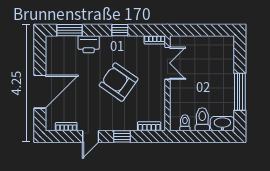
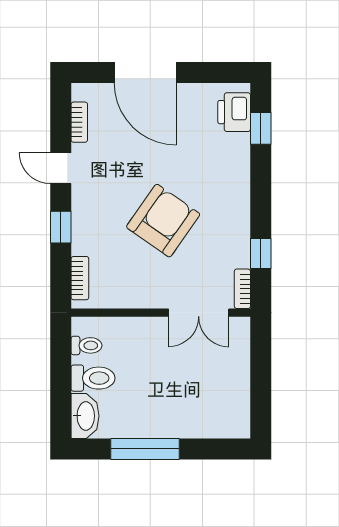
window: (70, 30) -> (261, 128), width x0.67
window: (120, 30) -> (261, 254), moved
printer: (89, 44) -> (234, 112), moved

